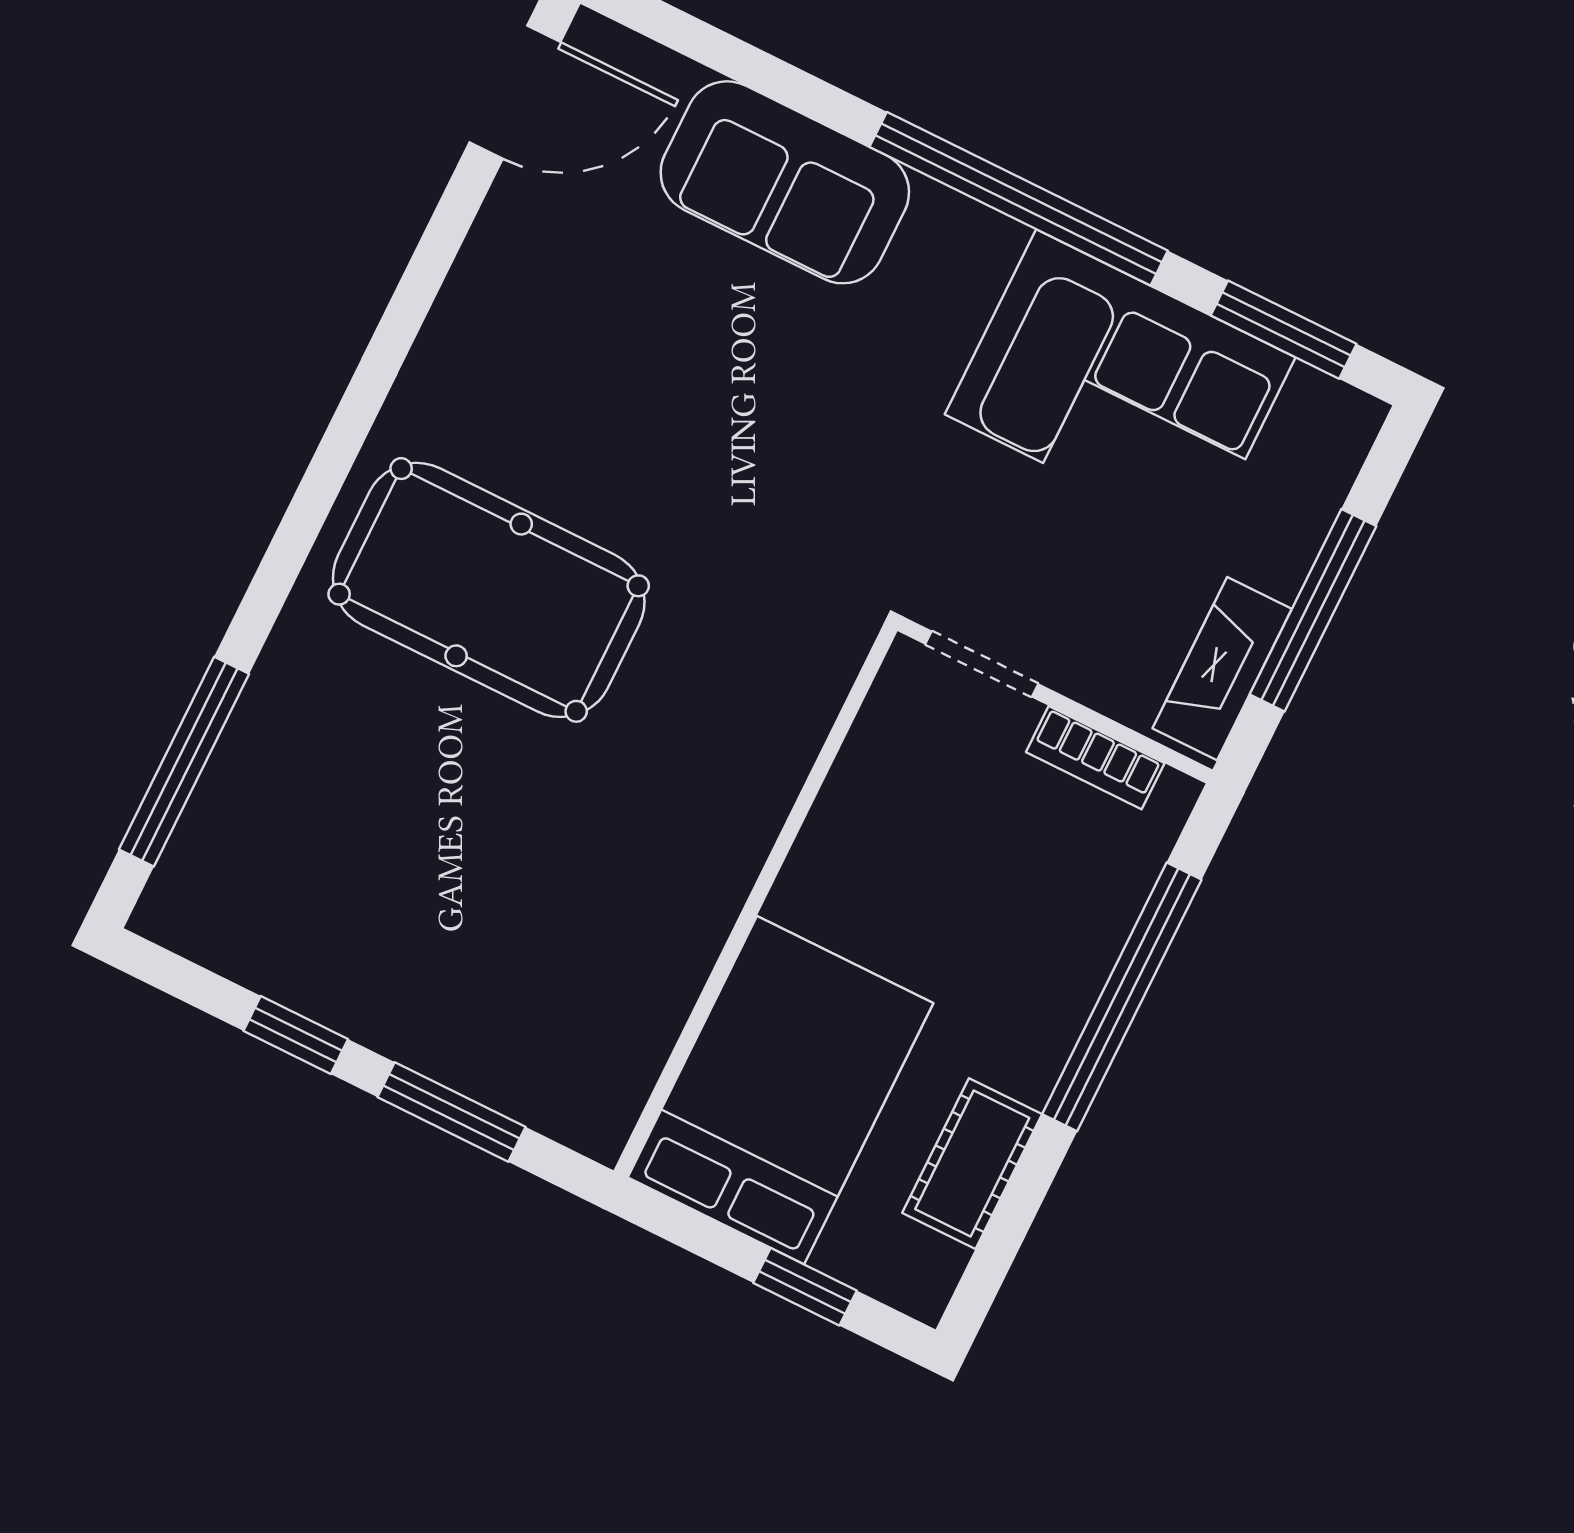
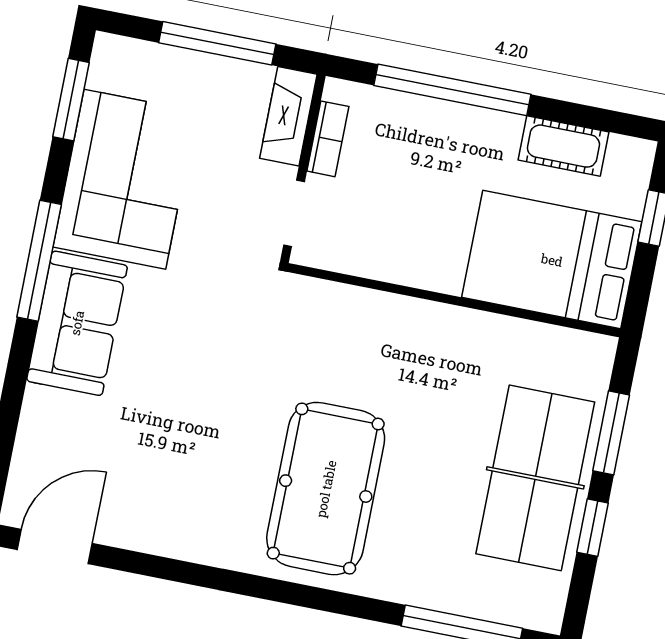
door: (515, 92) -> (55, 547), hinge flipped
sofa: (785, 182) -> (77, 323), moved
window: (1019, 199) -> (39, 261), width x0.68
fireplace: (1222, 669) -> (288, 116), moved, turned 90
table tennis table: (409, 959) -> (535, 478), added

